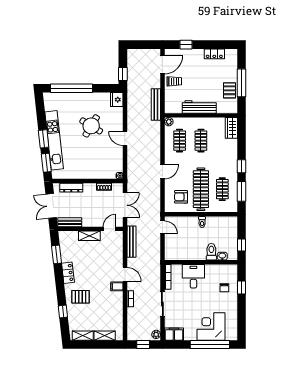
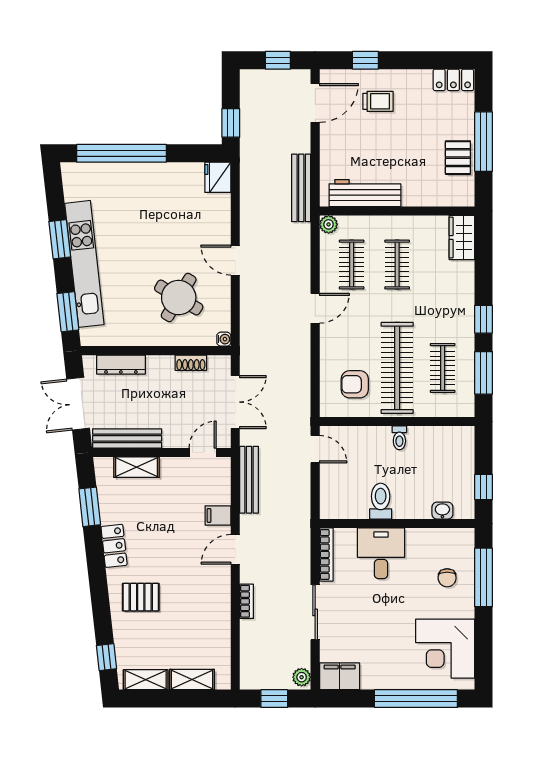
window: (145, 45) -> (278, 60), added
locker: (214, 54) -> (453, 80), moved
trolley: (174, 81) -> (378, 101), moved
workbench: (199, 107) -> (365, 193), moved
round table: (91, 126) -> (179, 298), moved
window: (44, 139) -> (60, 239), moved
door: (162, 172) -> (315, 308), moved
bench: (70, 222) -> (127, 438), width x1.36
shelving: (89, 236) -> (137, 467), moved
toilet: (211, 252) -> (381, 501), moved
door: (125, 274) -> (235, 549), swing flipped
filing cabinet: (117, 286) -> (218, 515), moved
window: (242, 288) -> (484, 577), width x2.17
window: (63, 312) -> (106, 657), moved
corner desk: (211, 326) -> (445, 649), moved, turned -90

